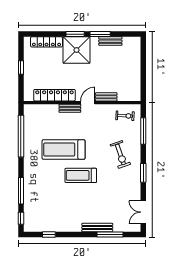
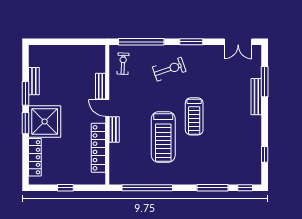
window: (143, 131) -> (141, 42), width x1.46

